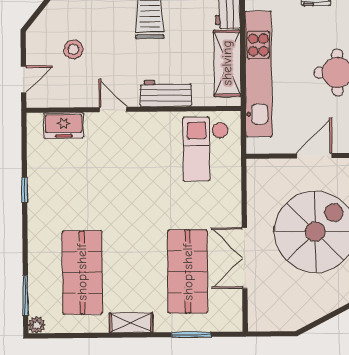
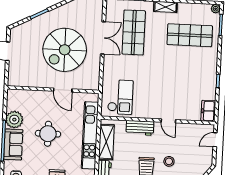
stool: (73, 49) -> (169, 161), moved
freezer: (64, 125) -> (208, 111), moved, turned -90
door: (314, 156) -> (63, 90), hinge flipped
shop shelf: (82, 272) -> (190, 35), turned 90

